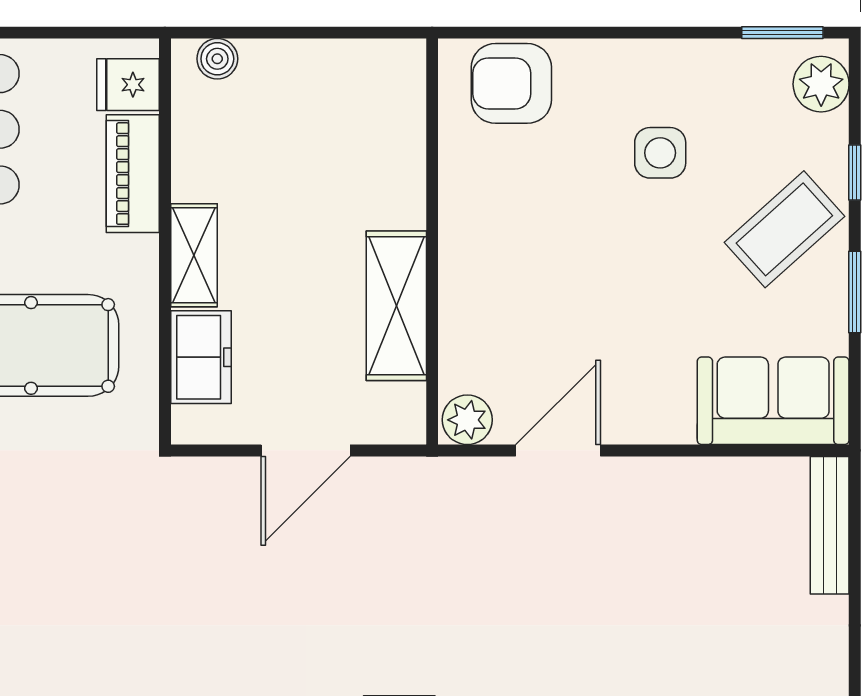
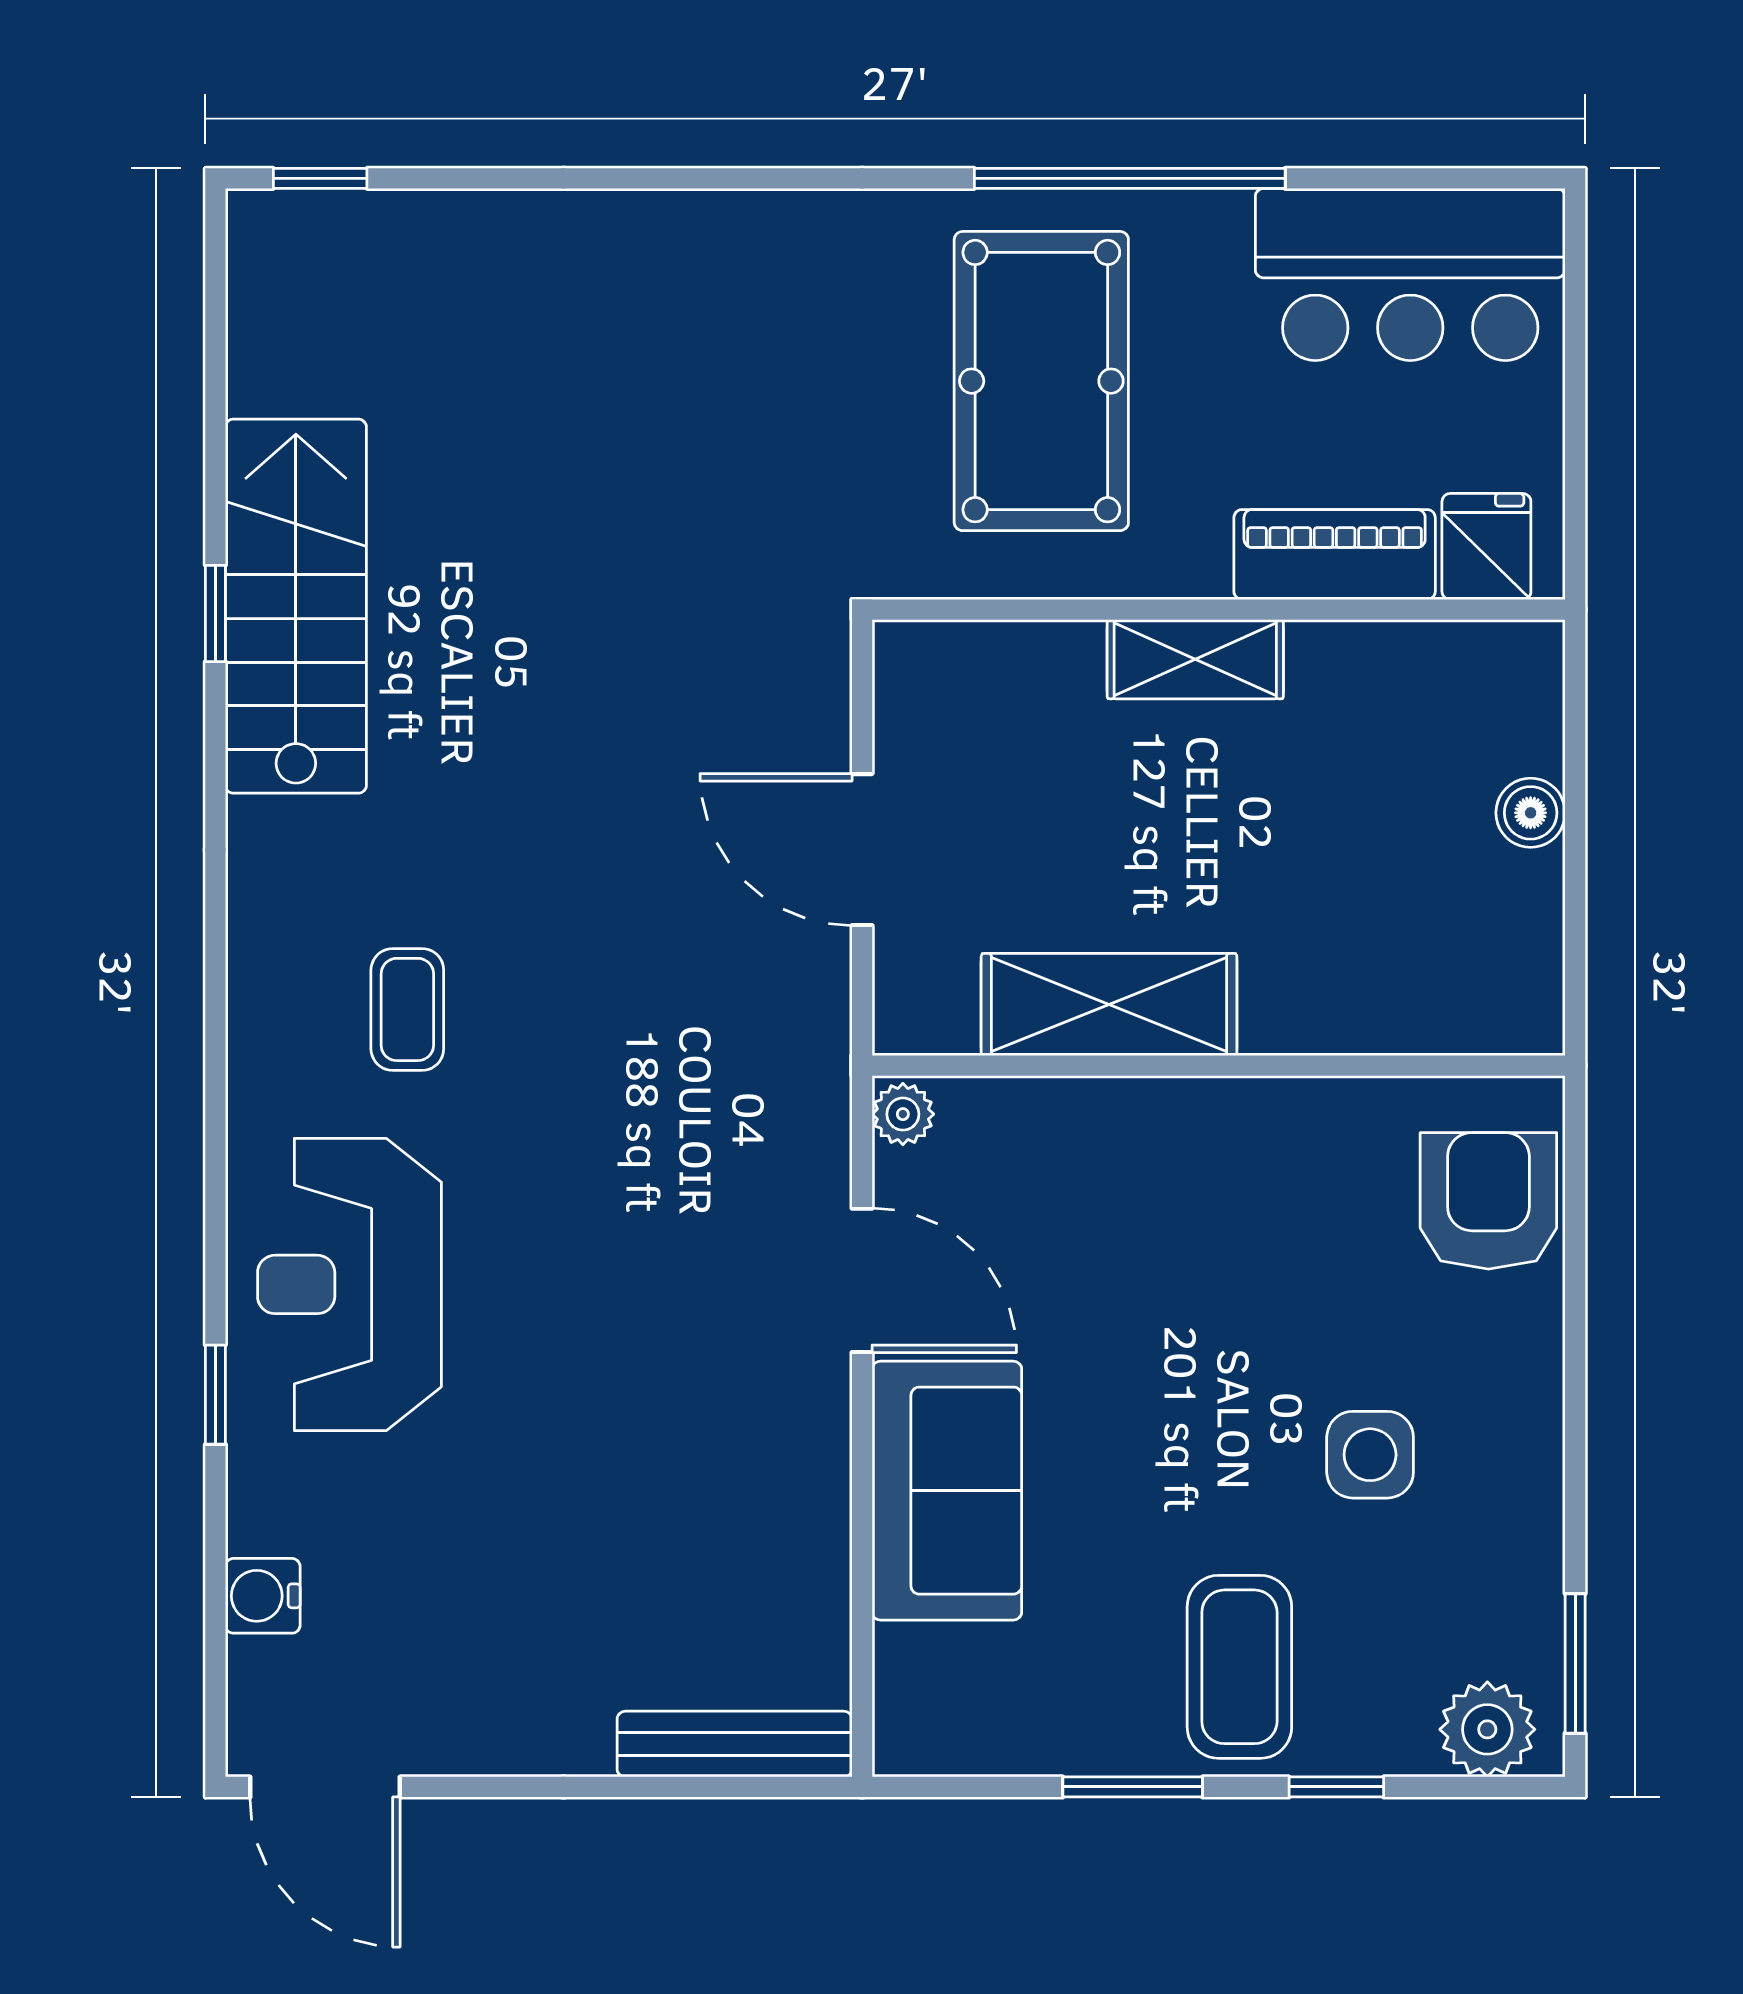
boiler: (217, 59) -> (1531, 813), moved
coffee table: (784, 229) -> (1239, 1667), turned 42
freezer: (201, 357) -> (1021, 671), removed
sofa: (773, 401) -> (947, 1491), moved
plant: (467, 420) -> (903, 1114), width x0.73, depth x0.73

